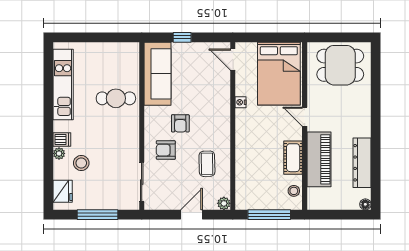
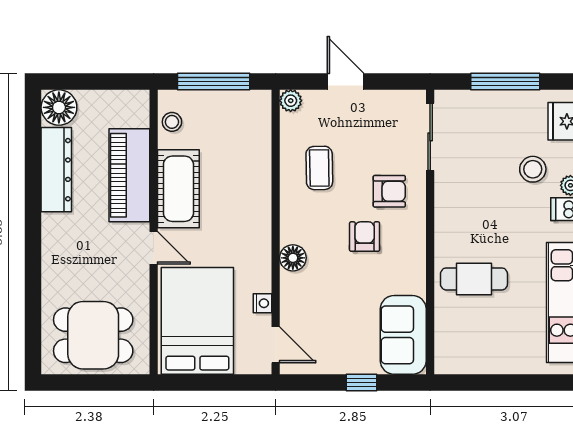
sofa: (158, 74) -> (403, 335), width x0.73
nightstand: (241, 102) -> (262, 303), moved
floor lamp: (223, 111) -> (293, 258), added
cot: (293, 158) -> (178, 189), width x1.37, depth x1.34
floor lamp: (365, 204) -> (59, 107), width x1.89, depth x1.89
door: (192, 215) -> (346, 82), swing flipped

